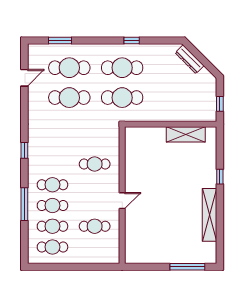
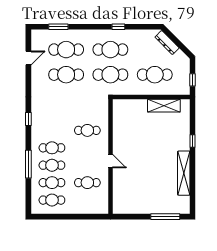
cafe table: (175, 98) -> (155, 75), added
door: (122, 201) -> (110, 161), hinge flipped

